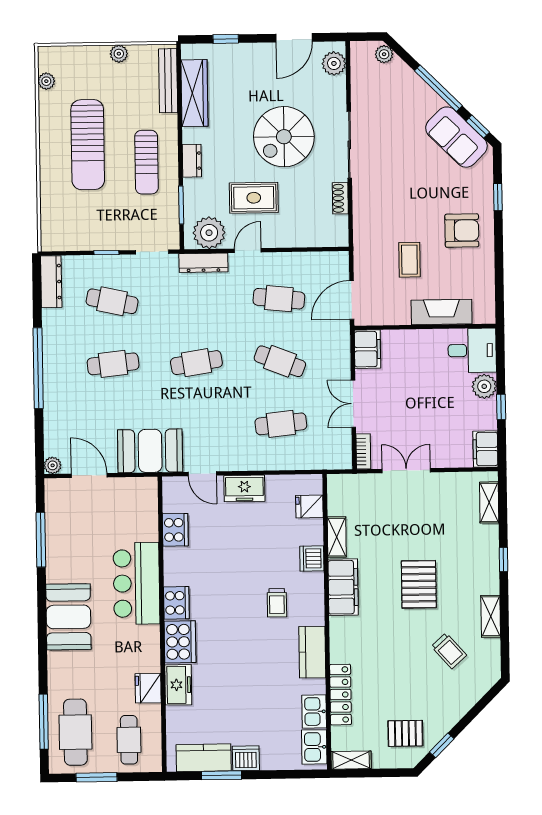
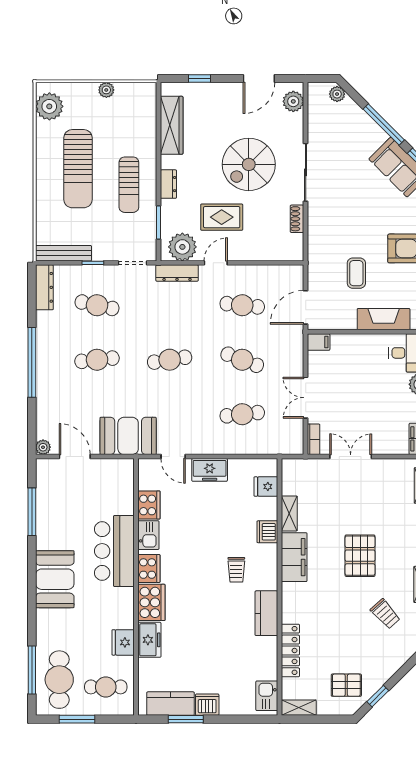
plant: (46, 81) -> (49, 106), width x1.88, depth x1.88
bench: (168, 81) -> (63, 253), moved, turned 90
filing cabinet: (367, 349) -> (319, 342), width x0.50
kitchen sink: (314, 711) -> (148, 535), moved, turned 180
cafe table: (129, 740) -> (106, 687), turned 90

